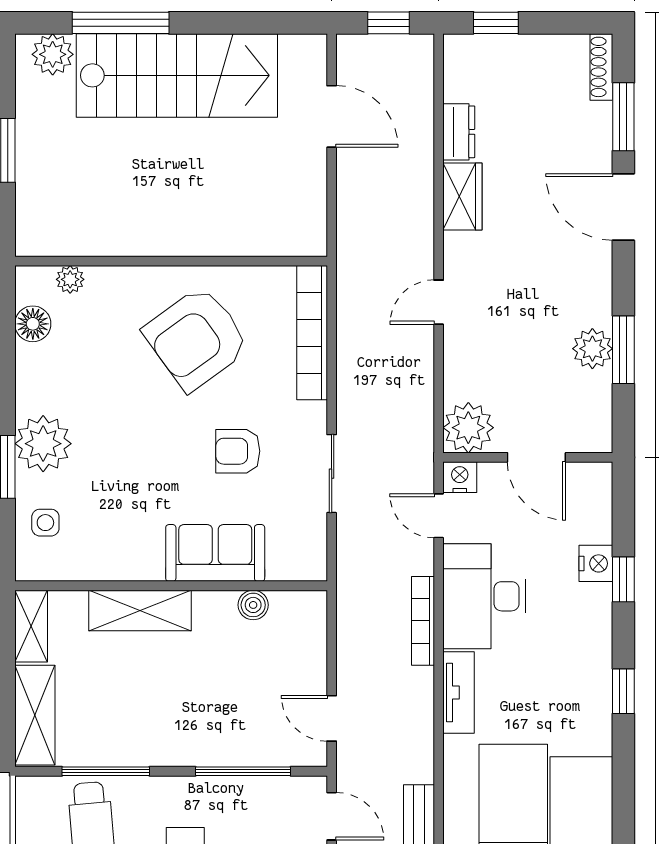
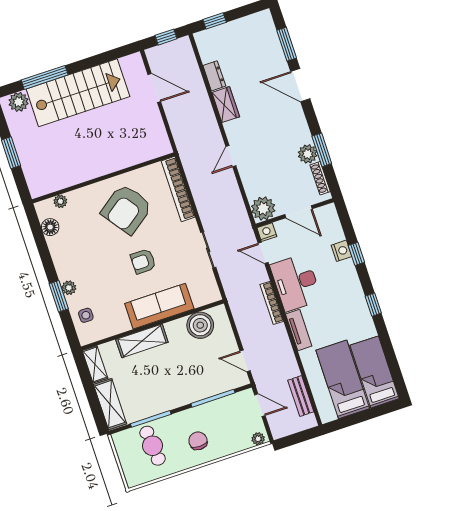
shoe rack: (601, 67) -> (320, 178), moved
plant: (43, 444) -> (69, 288), width x0.53, depth x0.53
armchair: (238, 451) -> (143, 261), moved
sofa: (215, 553) -> (159, 306), width x1.36
boiler: (253, 605) -> (200, 325), width x1.86, depth x1.86

